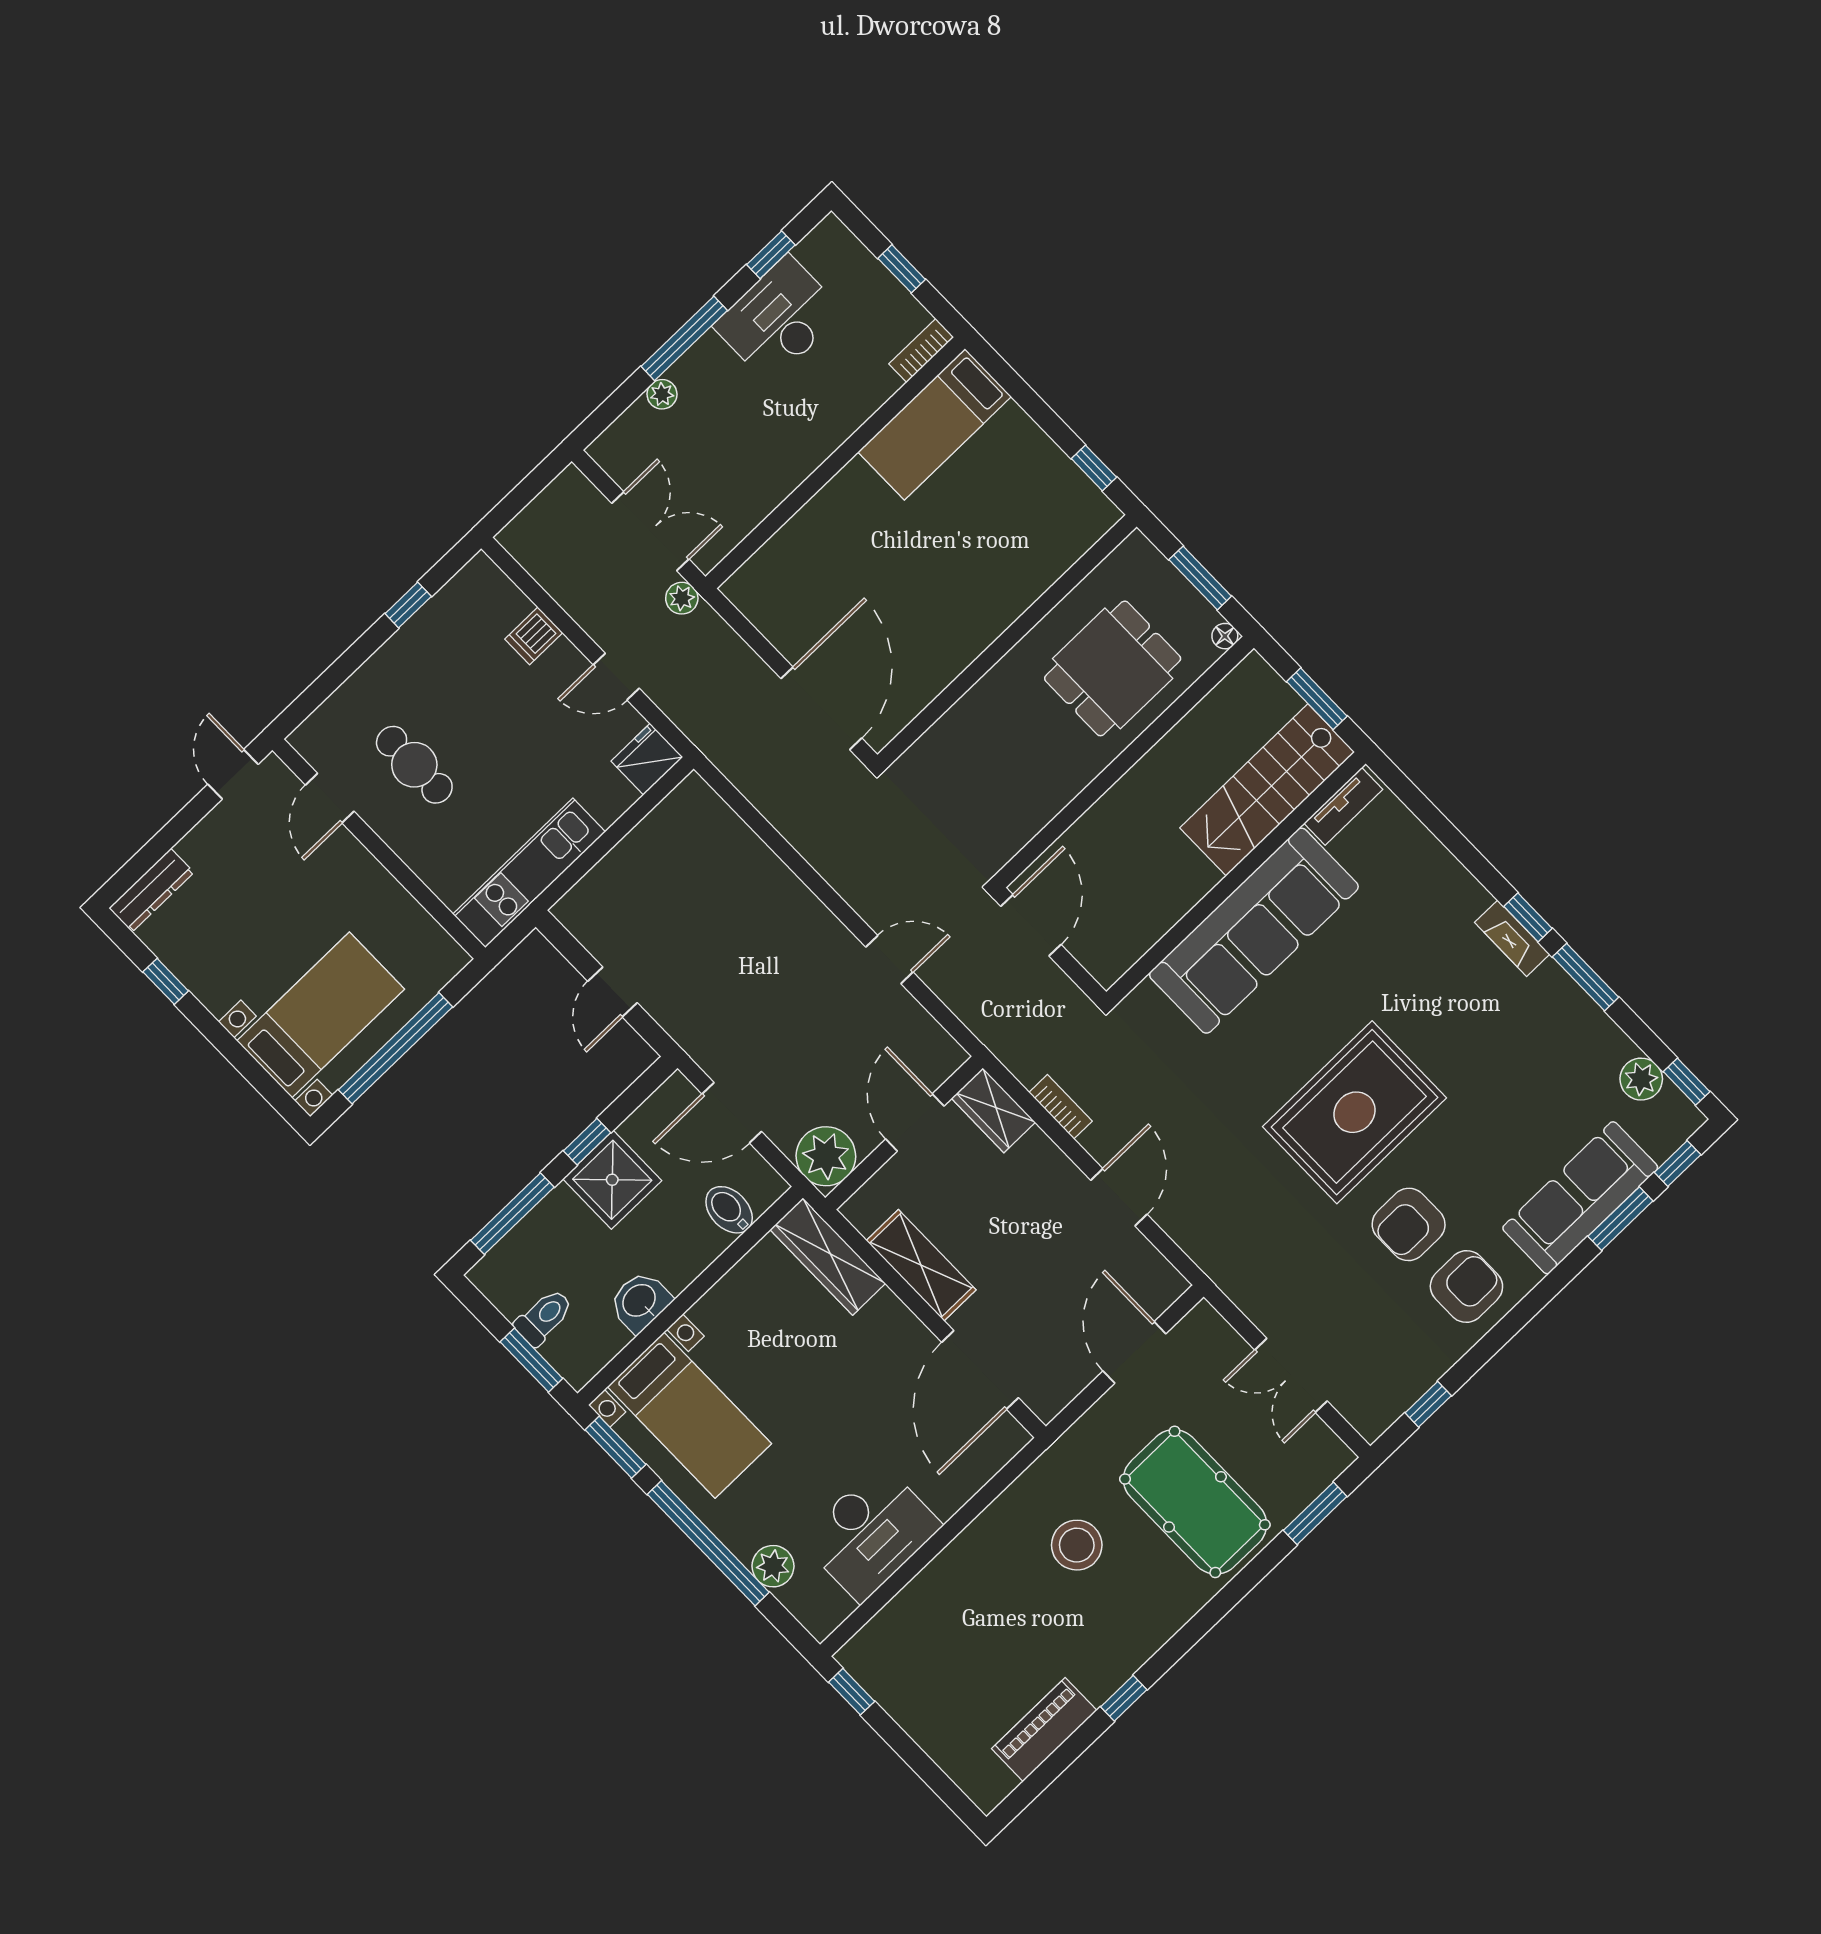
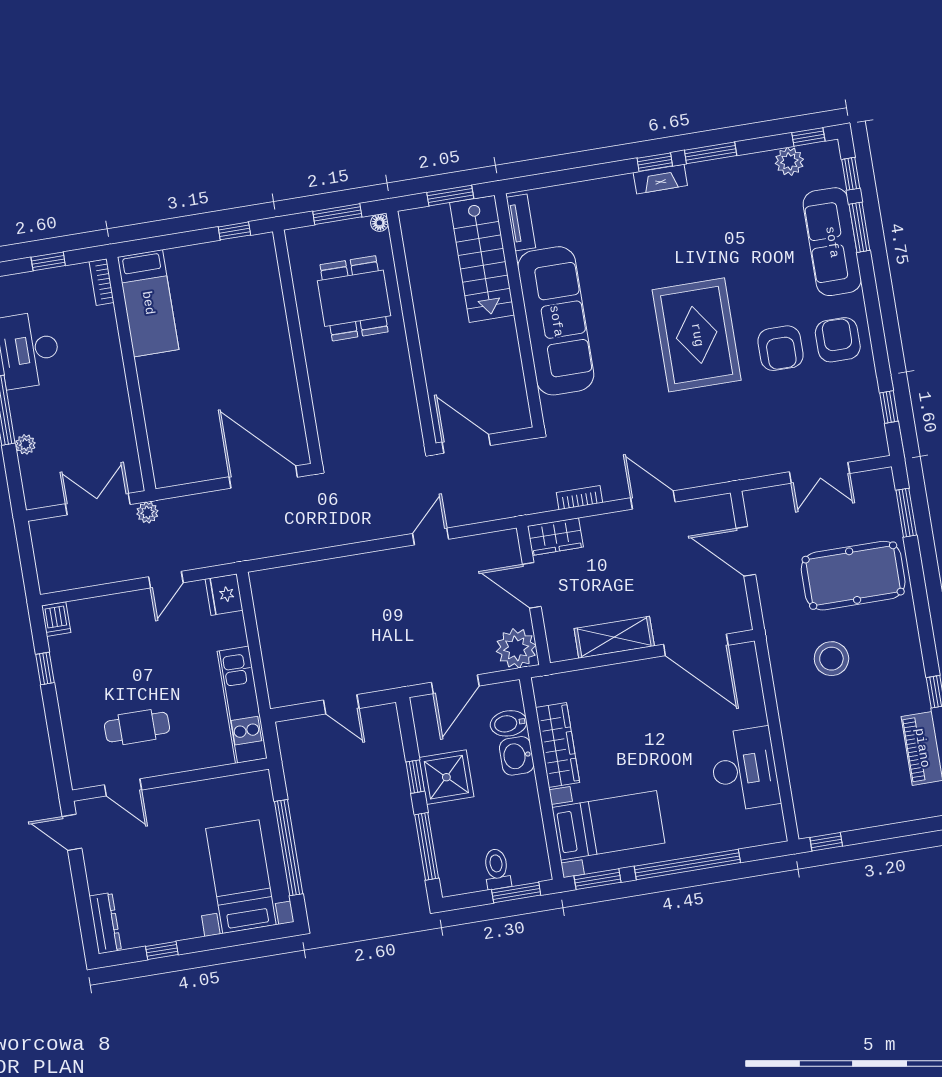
dishwasher: (534, 636) -> (56, 619), moved
wardrobe: (828, 1257) -> (558, 745), moved, turned -90
washbasin: (640, 1301) -> (517, 756), moved
plant: (773, 1566) -> (725, 837), removed

